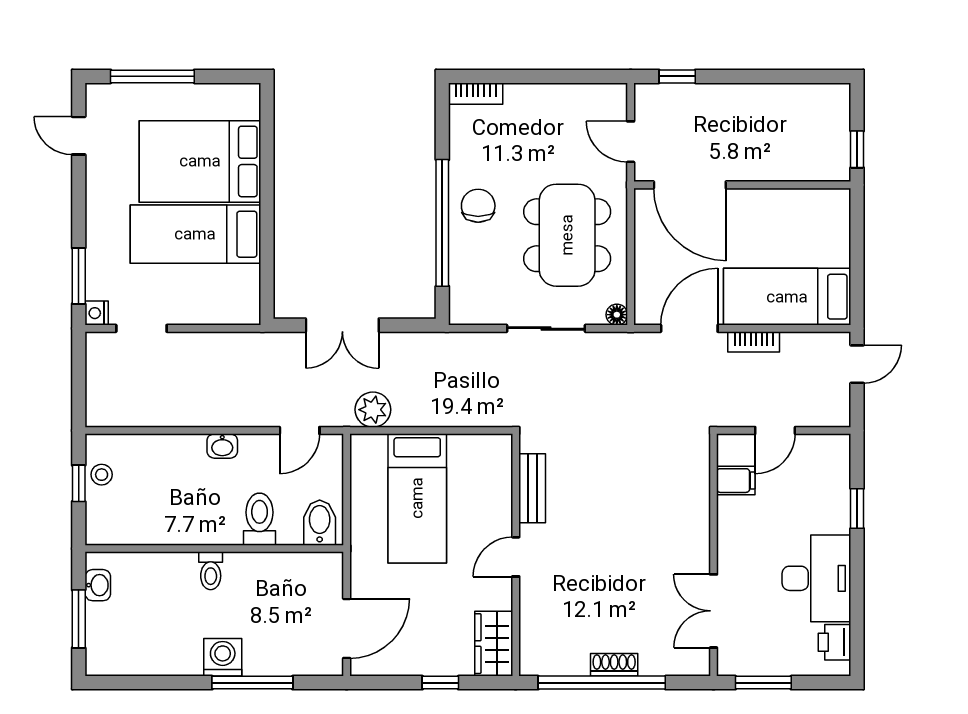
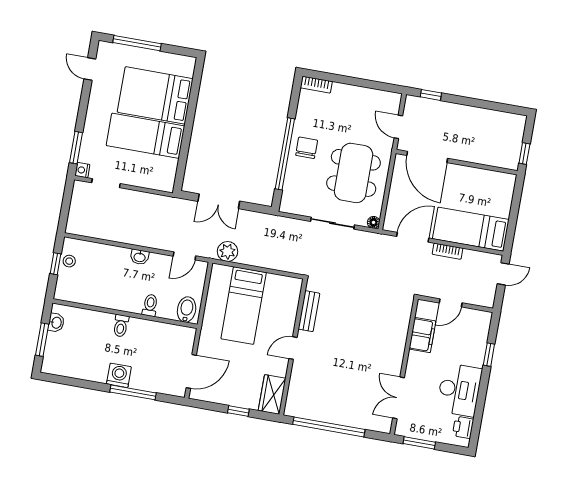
filing cabinet: (736, 481) -> (422, 335), width x2.00
toilet: (260, 519) -> (150, 305), width x0.73, depth x0.72
shoe rack: (614, 665) -> (337, 418), removed

